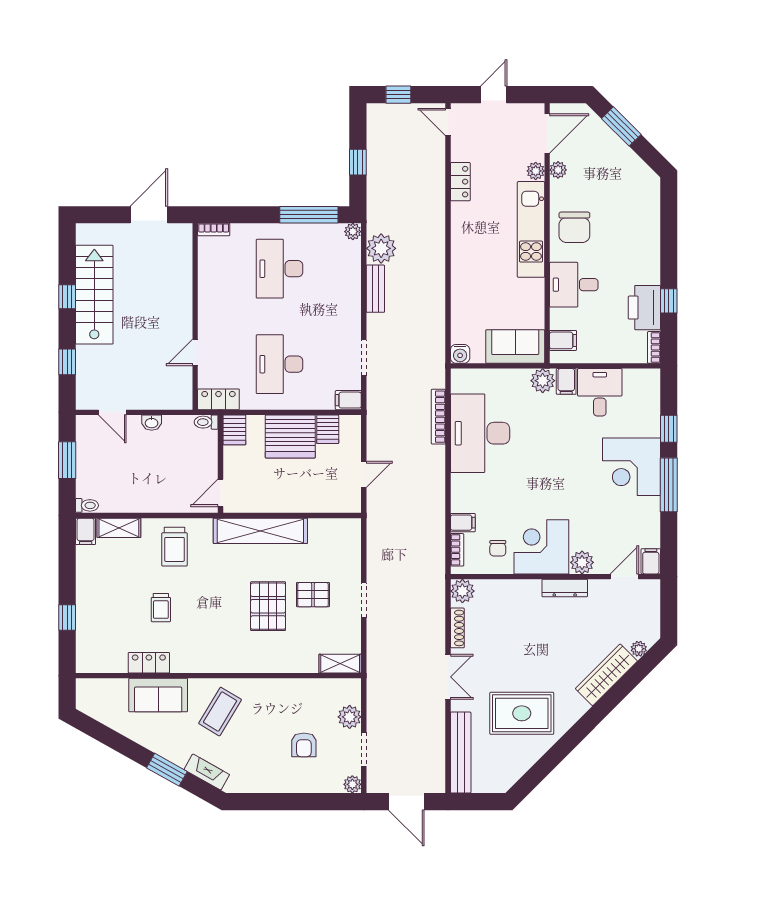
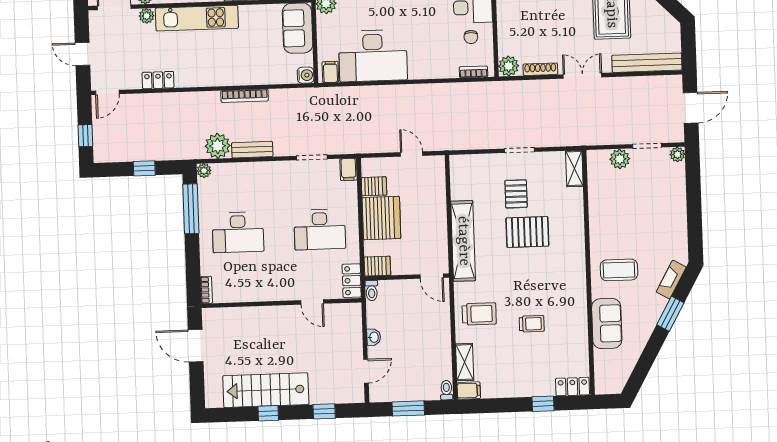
bookcase: (438, 417) -> (245, 96), moved
filing cabinet: (463, 523) -> (330, 72), moved
chair: (498, 548) -> (471, 37), turned 90
locker: (149, 663) -> (572, 387), moved, turned 90
coffee table: (220, 712) -> (619, 270), turned -31
armchair: (304, 745) -> (645, 197), removed

